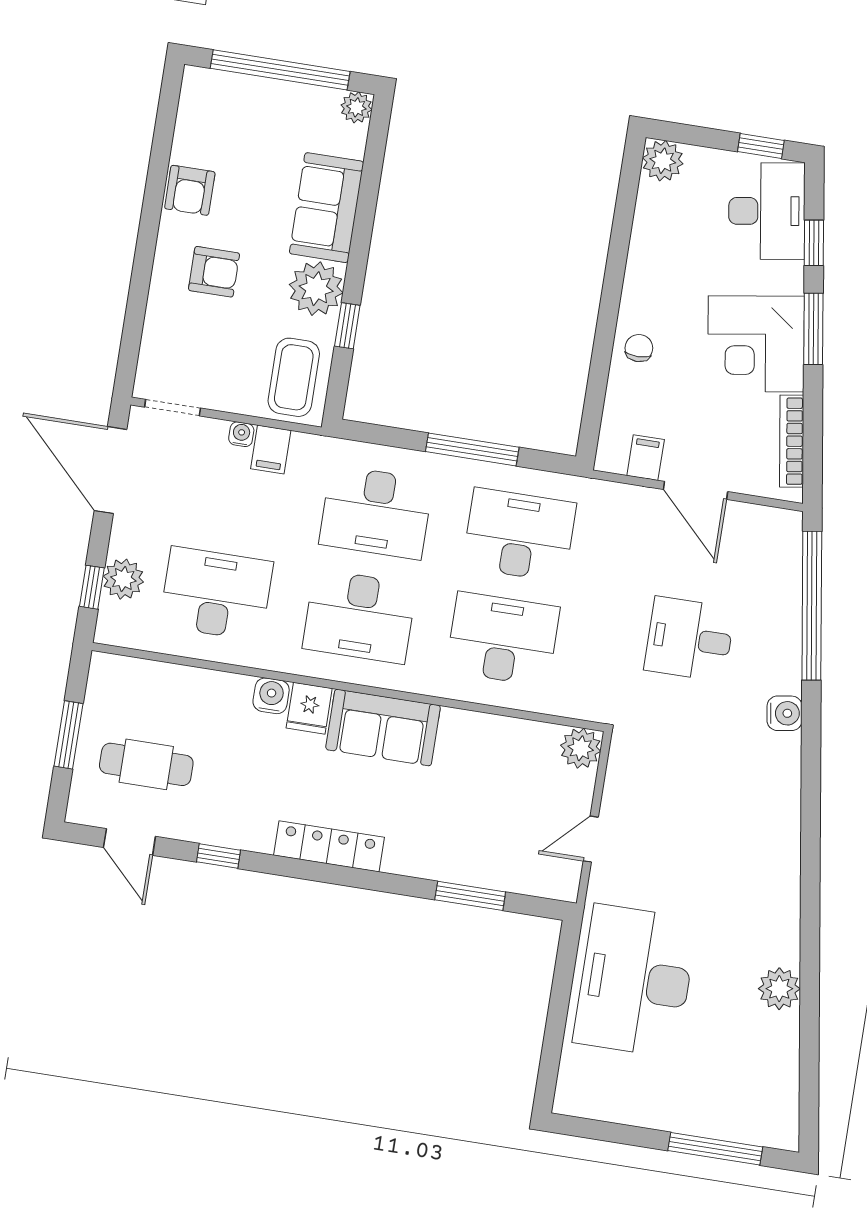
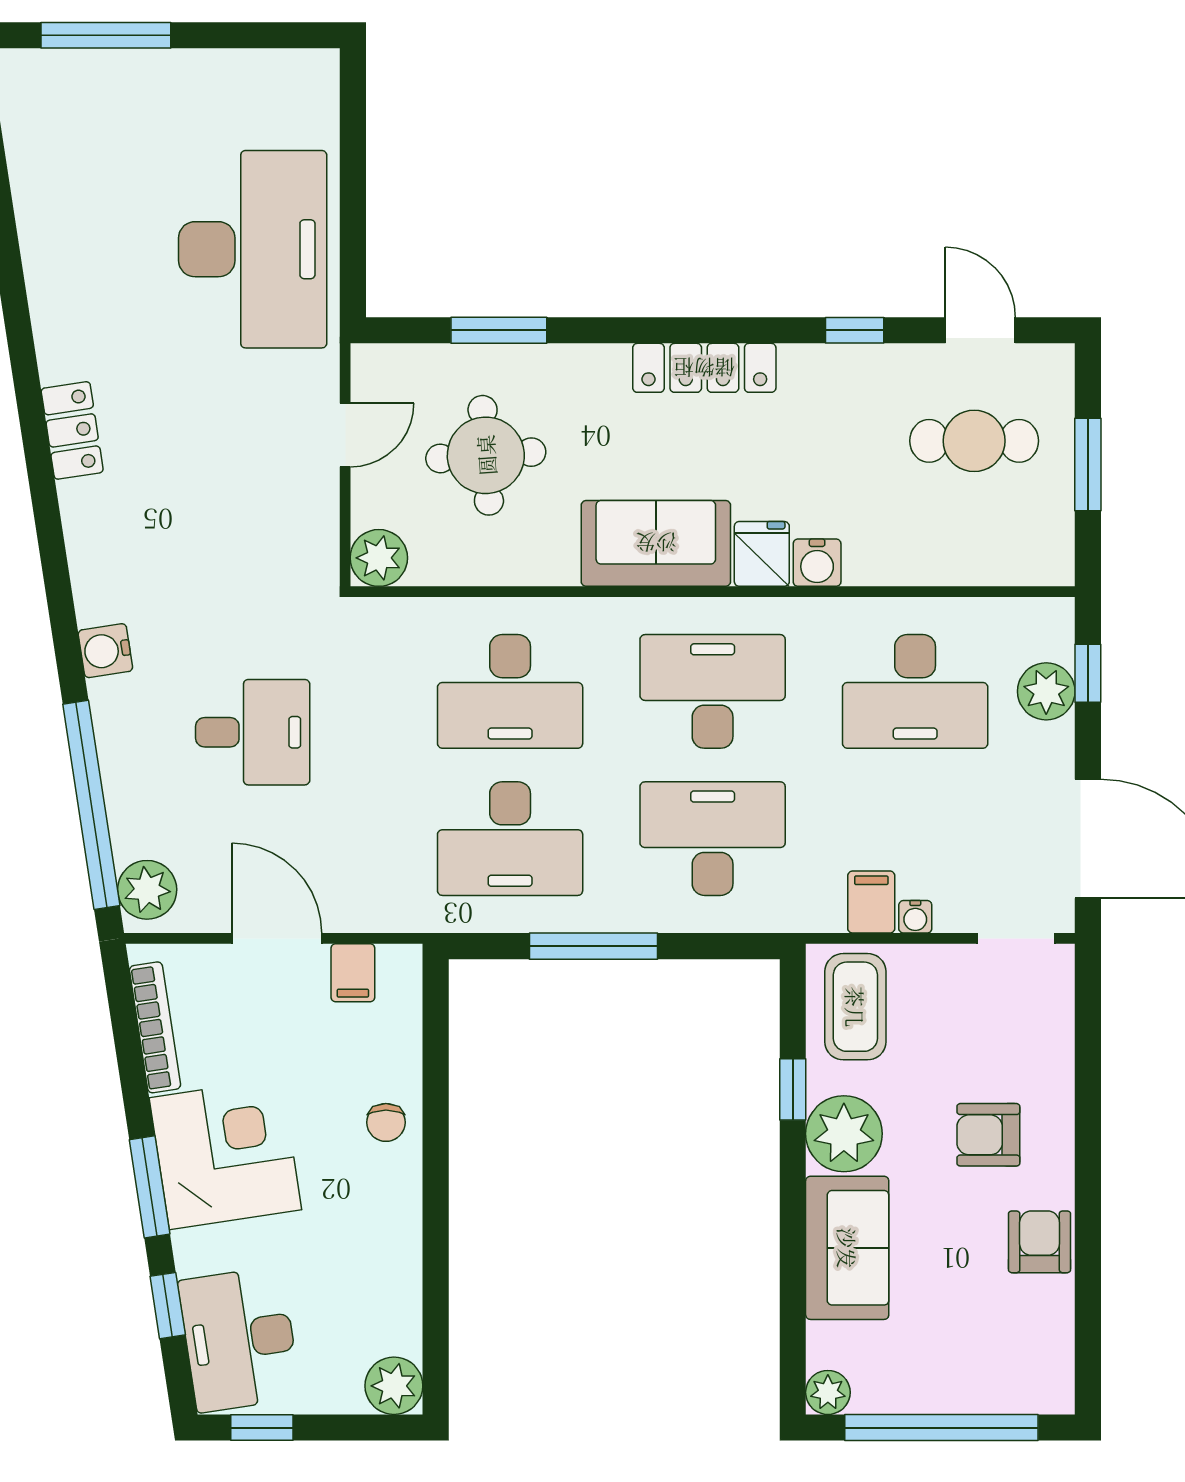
round table: (493, 809) -> (486, 455), added
locker: (783, 873) -> (72, 430), added
plant: (779, 989) -> (147, 890), moved

